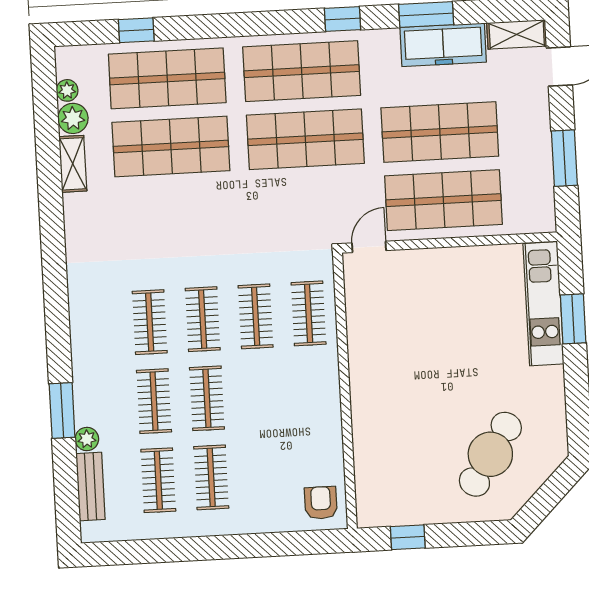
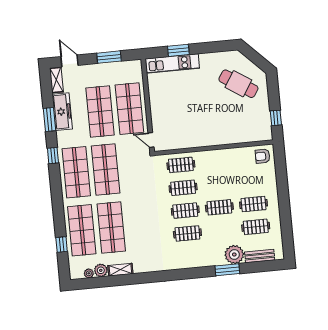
clothes rail: (154, 401) -> (222, 230), removed
plant: (87, 439) -> (234, 255), width x1.88, depth x1.88

